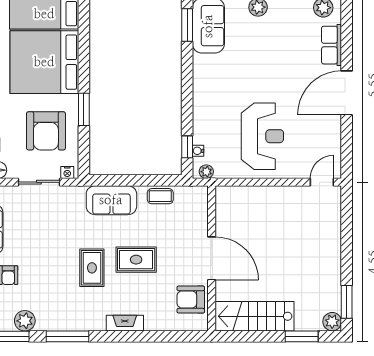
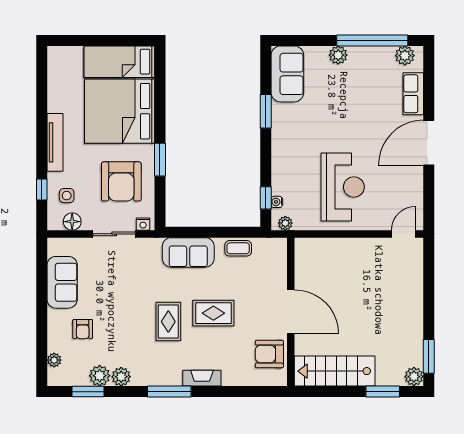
window: (187, 25) -> (266, 111), moved
plant: (46, 322) -> (121, 377), added
window: (67, 336) -> (169, 392), moved

